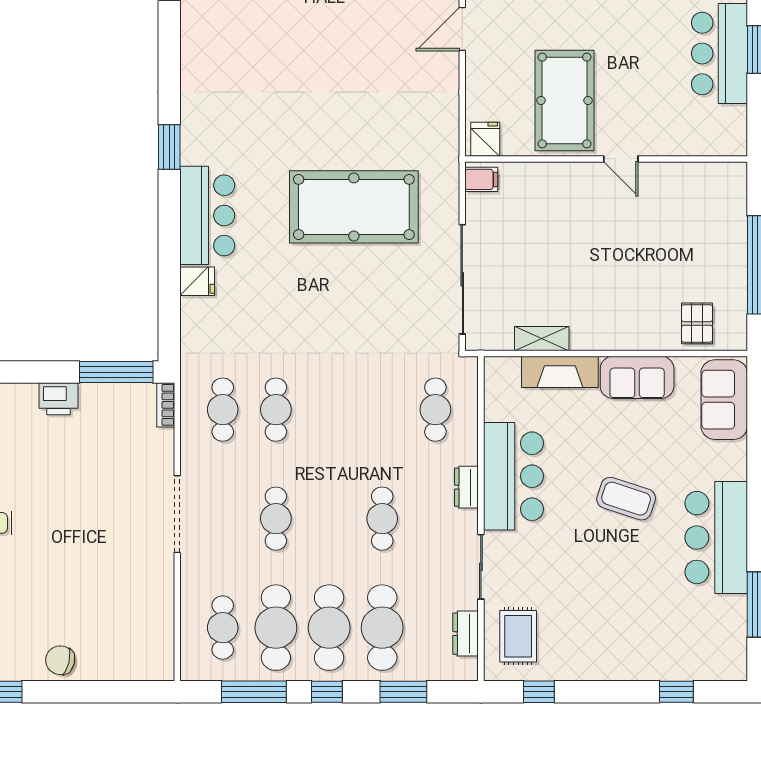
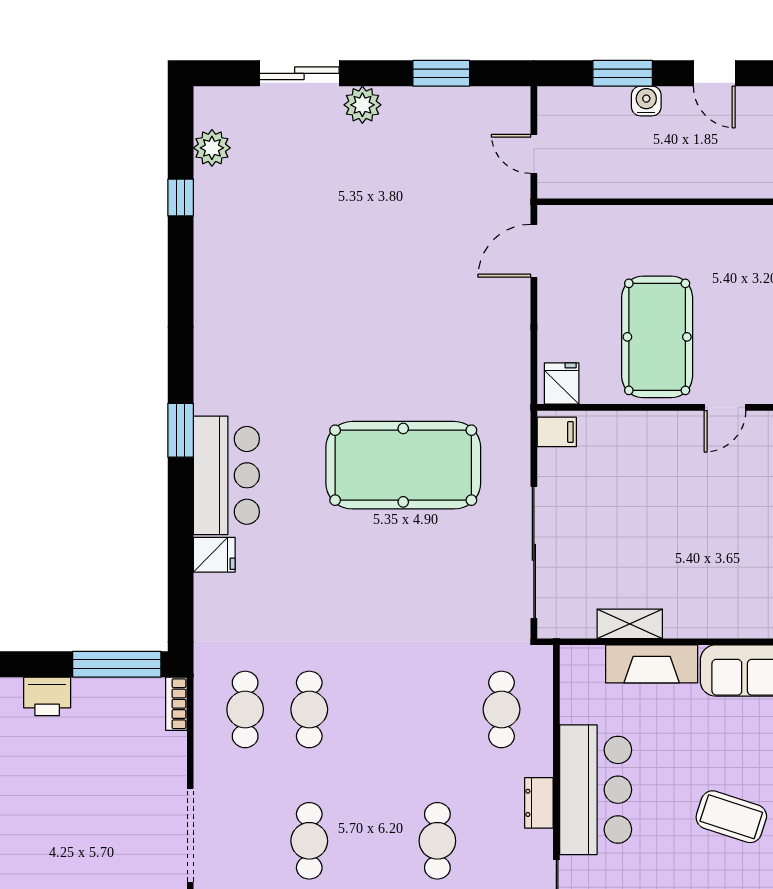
window: (169, 147) -> (181, 430), moved
door: (621, 159) -> (725, 407), hinge flipped

